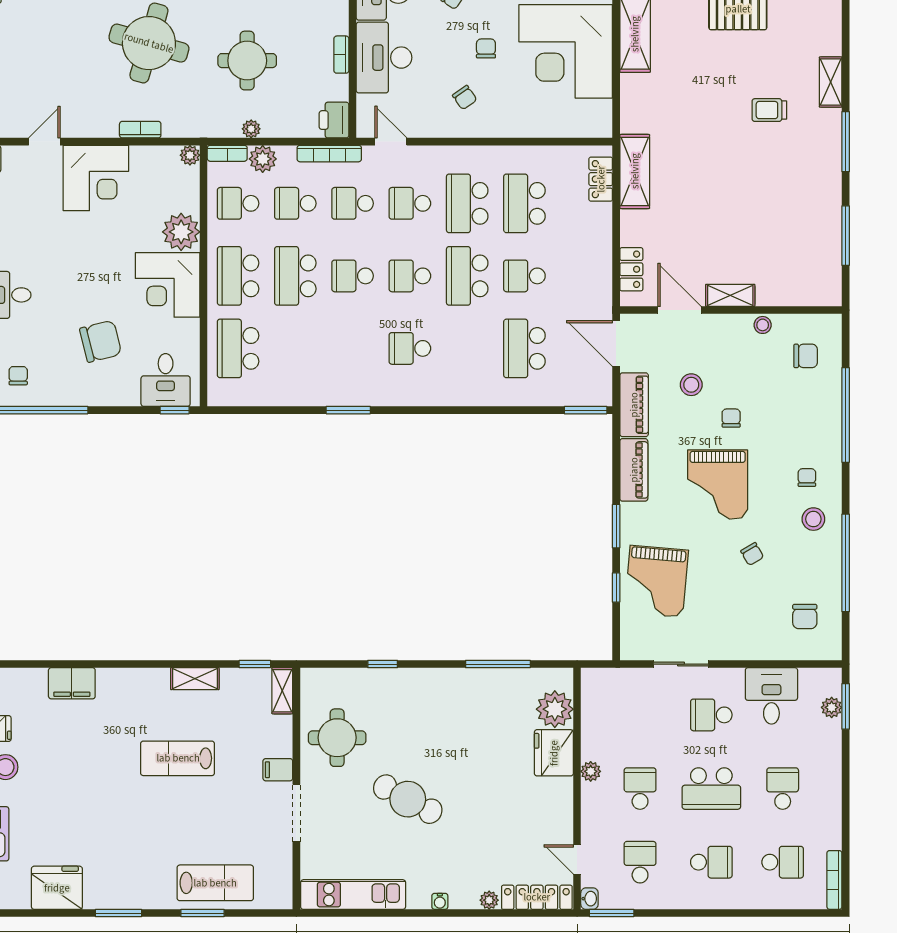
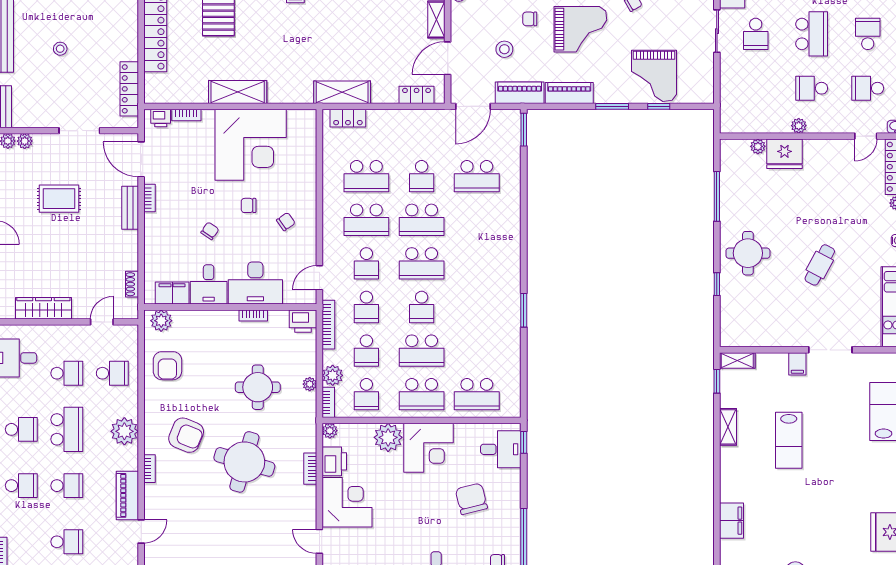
printer: (150, 161) -> (334, 461), added
school desk: (410, 276) -> (422, 263), width x1.85
school desk: (410, 348) -> (477, 263), removed
grand piano: (656, 581) -> (654, 76), turned 85
sliding door: (681, 664) -> (717, 31), moved
plant: (555, 709) -> (758, 146), width x0.53, depth x0.53
round table: (337, 738) -> (748, 253), moved
cafe table: (408, 799) -> (820, 265), width x0.73, depth x0.74

